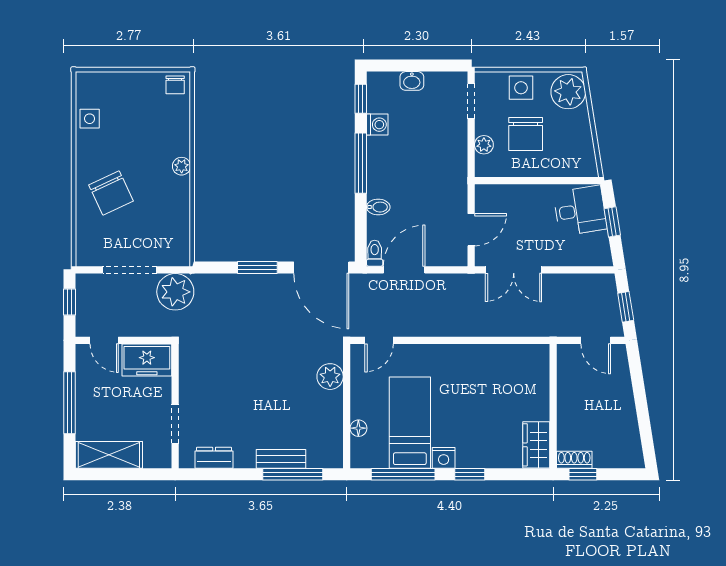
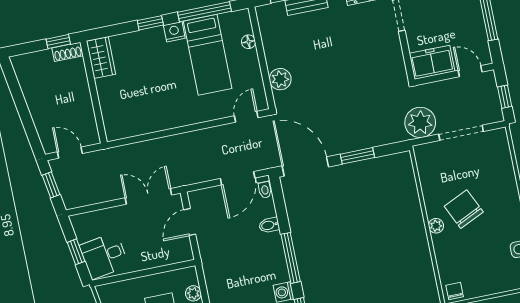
chair: (111, 193) -> (464, 209), moved

